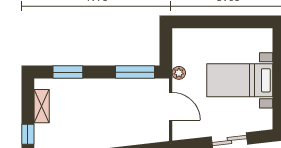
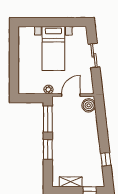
window: (68, 72) -> (48, 149), moved
boiler: (155, 133) -> (89, 105), added

